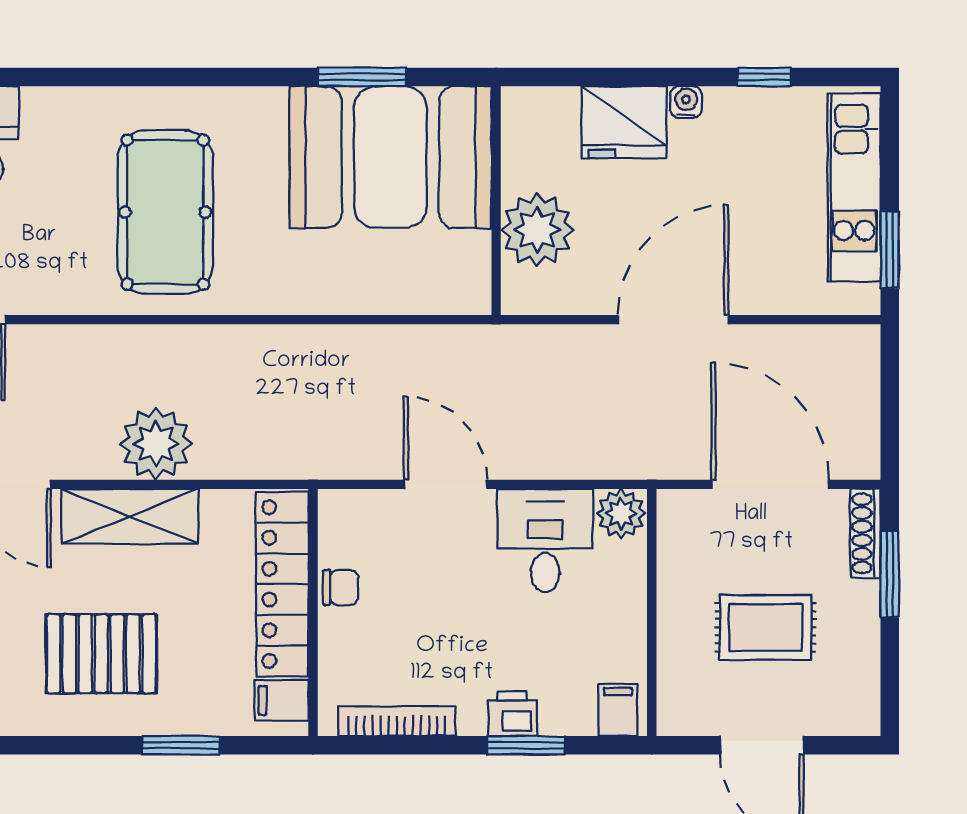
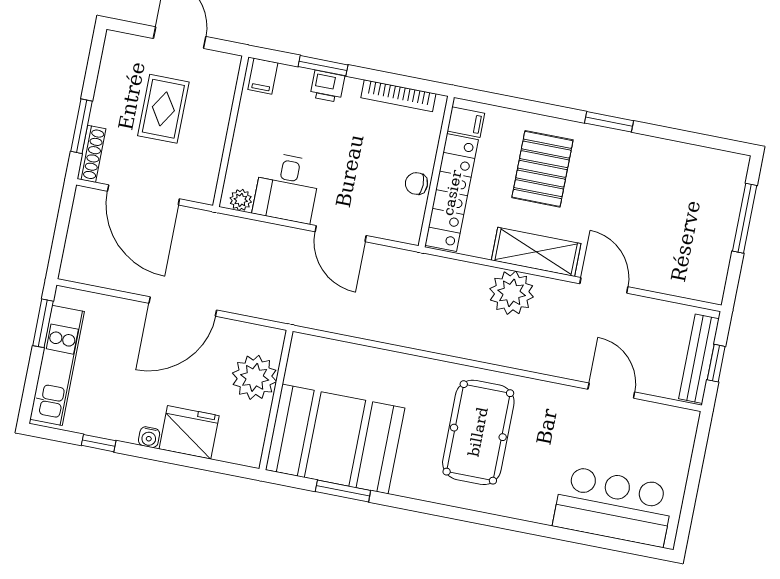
plant: (621, 513) -> (241, 200), width x0.73, depth x0.73
rug: (766, 627) -> (163, 109), turned 90
pallet: (101, 654) -> (542, 169), moved, turned 90
window: (181, 745) -> (609, 122), moved

